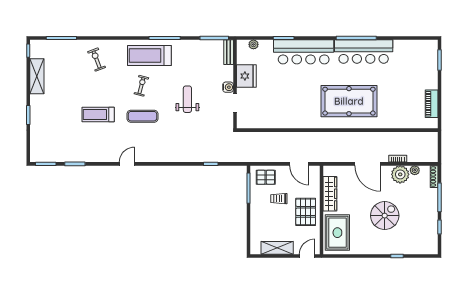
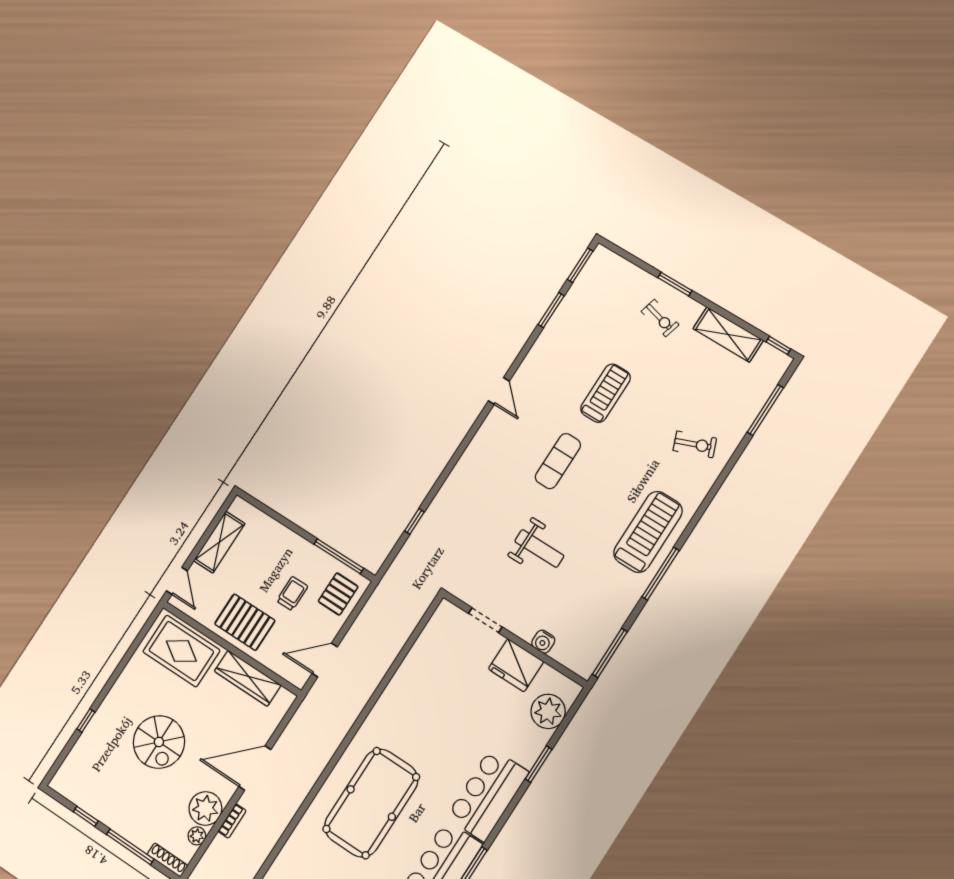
plant: (253, 44) -> (548, 711), width x1.88, depth x1.88
bench: (229, 52) -> (572, 661), removed
bar counter: (304, 52) -> (487, 795), width x0.73
exercise bike: (141, 86) -> (660, 318), moved
water cooler: (228, 87) -> (543, 642), moved

